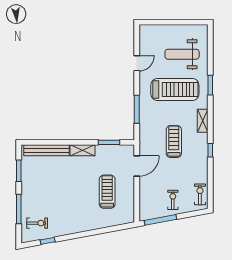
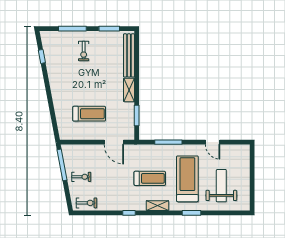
treadmill: (175, 90) -> (187, 179), turned 180
treadmill: (174, 141) -> (150, 178), moved
exercise bike: (37, 223) -> (84, 51), moved

